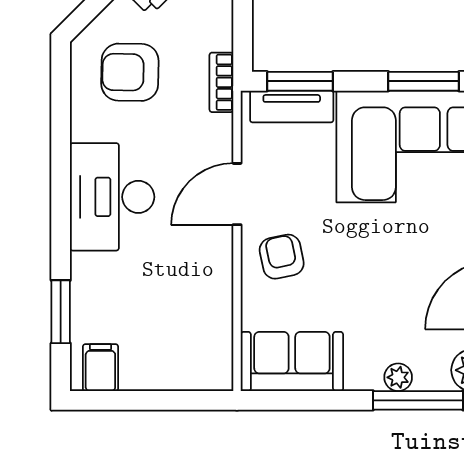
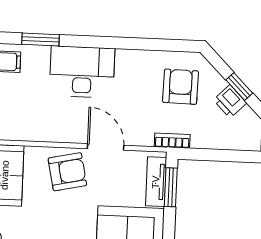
desk: (112, 197) -> (82, 72), moved
armchair: (282, 257) -> (67, 172), width x1.38, depth x1.38

